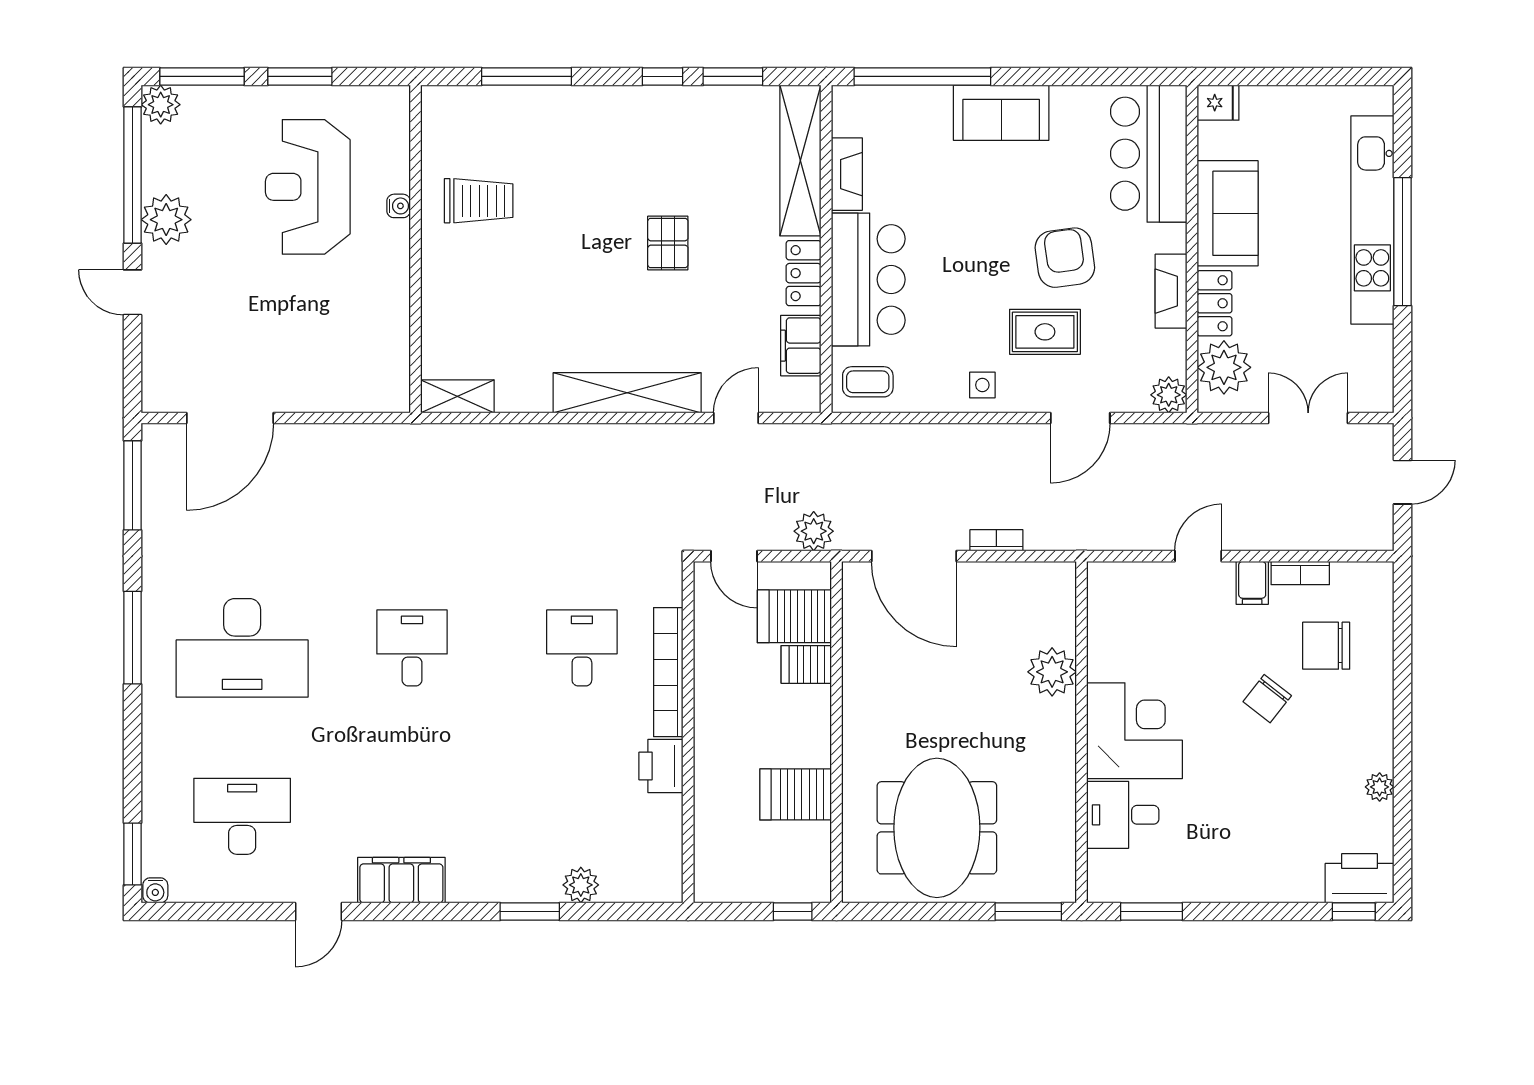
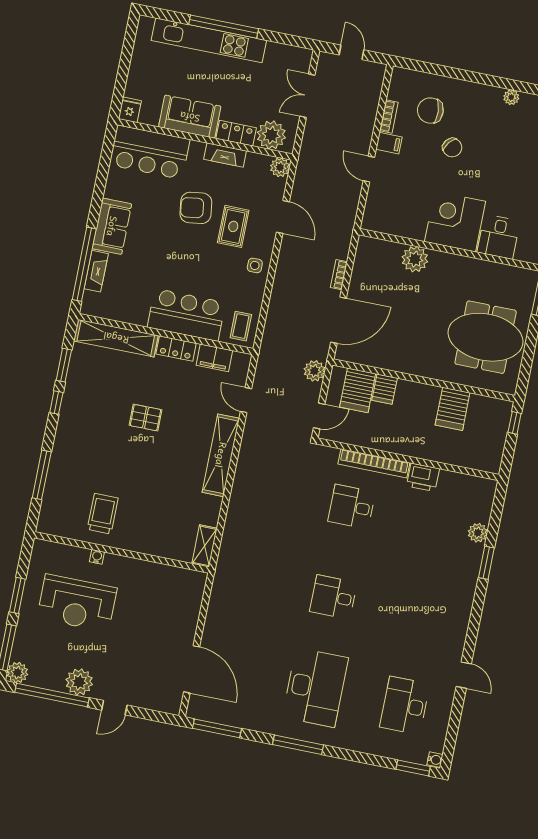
fireplace: (847, 174) -> (96, 271), moved, turned 90
chair: (1326, 646) -> (430, 111), turned 87
filing cabinet: (401, 880) -> (456, 628), removed

